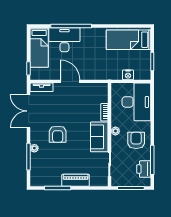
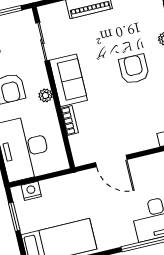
nightstand: (128, 75) -> (31, 191), moved
door: (70, 81) -> (111, 161), moved

